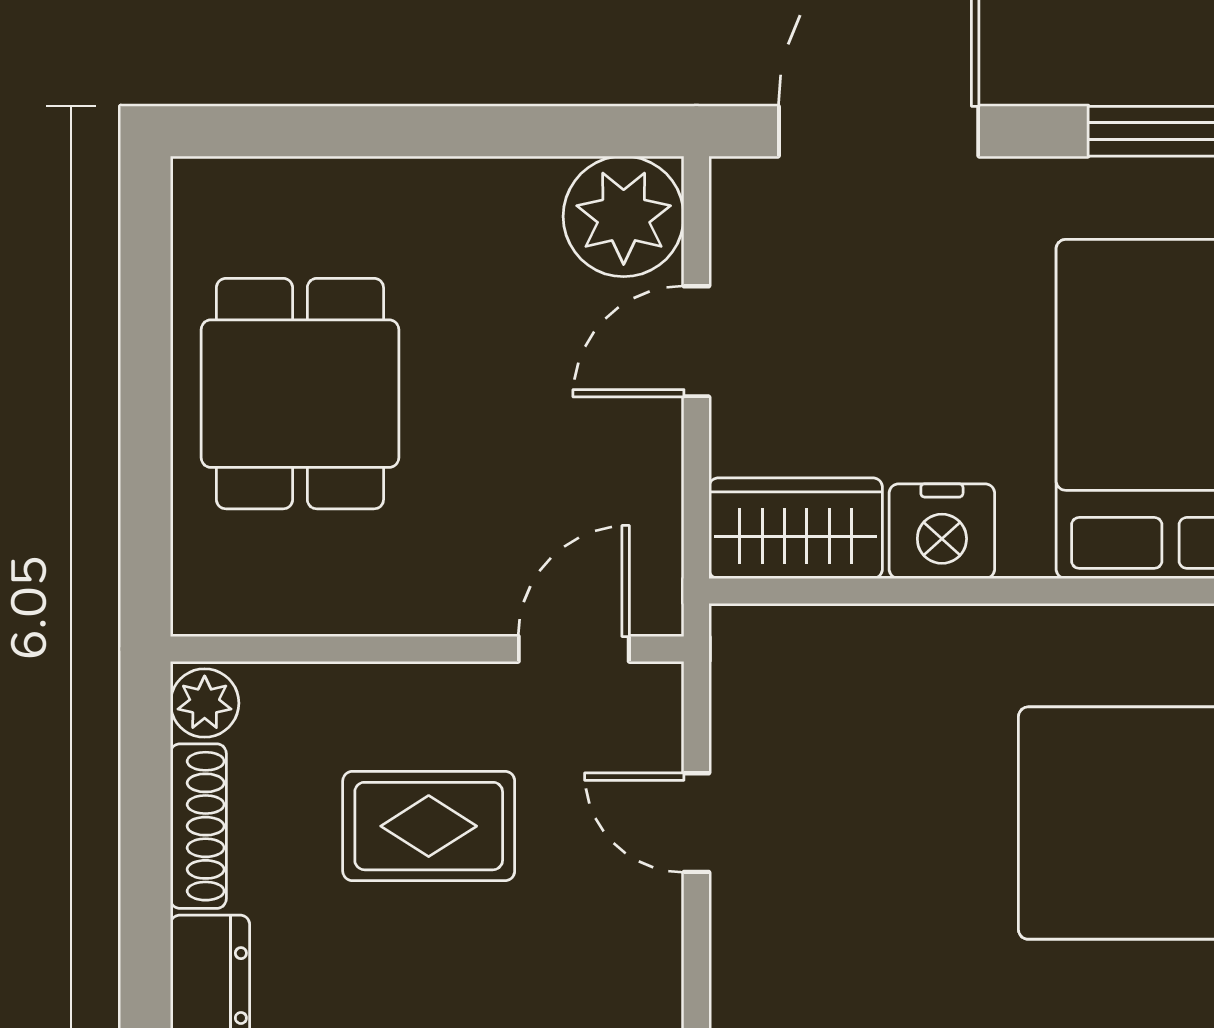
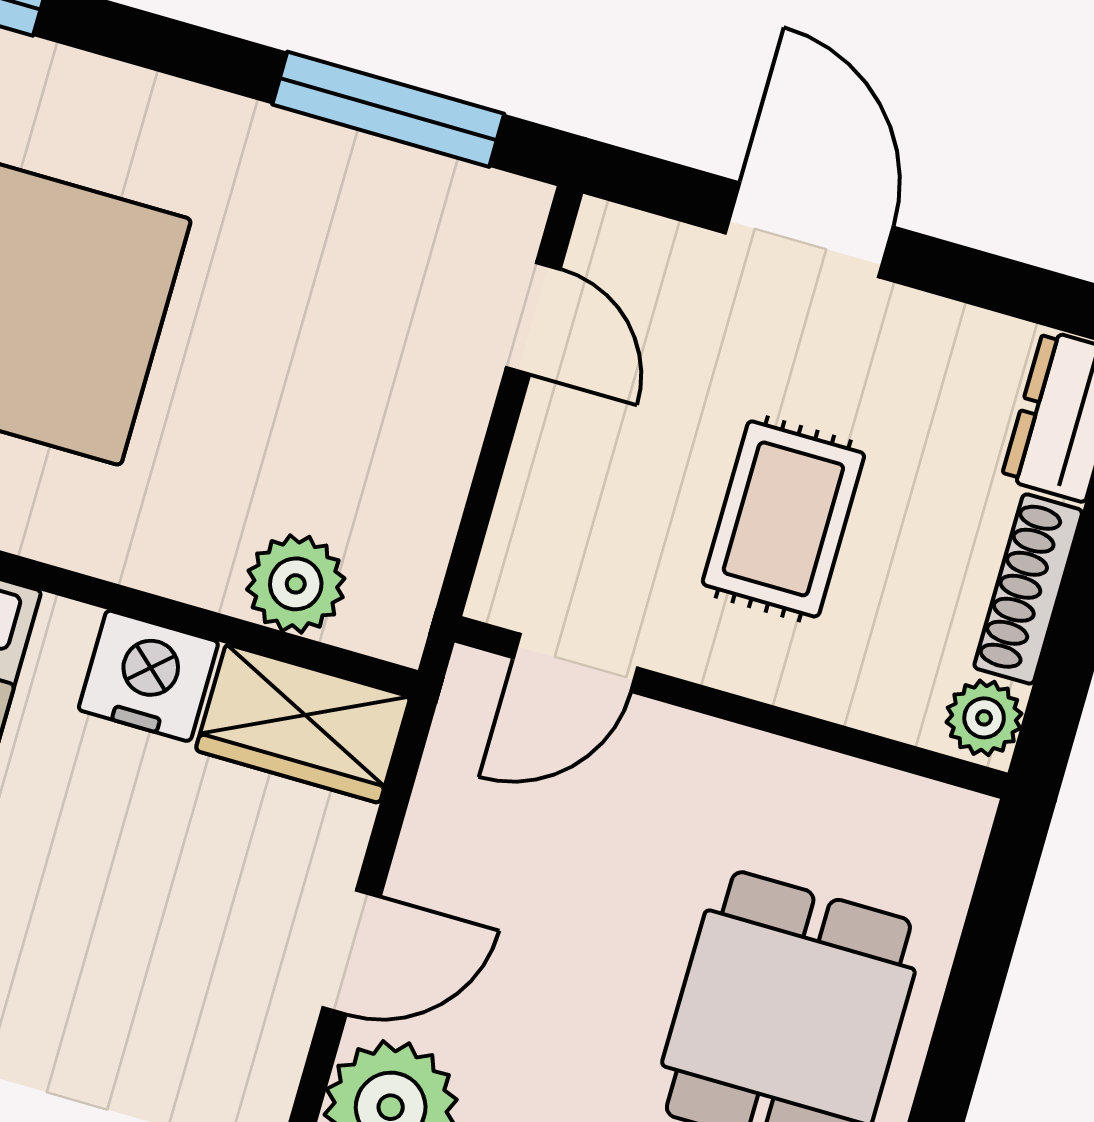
plant: (837, 648) -> (296, 584), added
door: (696, 823) -> (533, 318), moved
rug: (429, 826) -> (783, 519), turned 90

